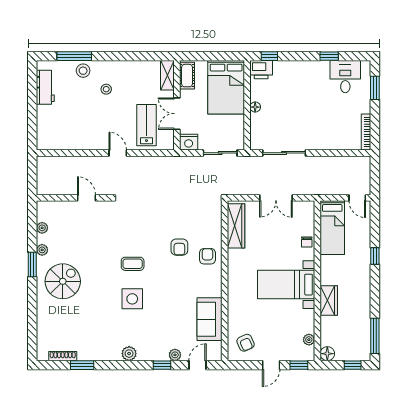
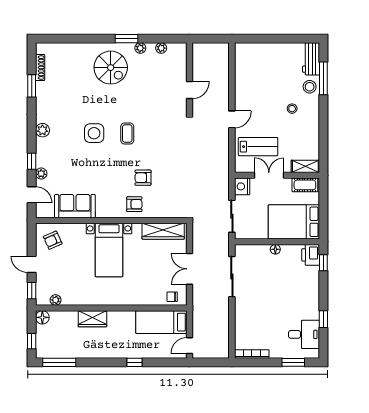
workbench: (45, 87) -> (311, 59), moved, turned 90
chair: (307, 242) -> (172, 297), moved
bed with nightstands: (286, 285) -> (109, 250), moved, turned 180

